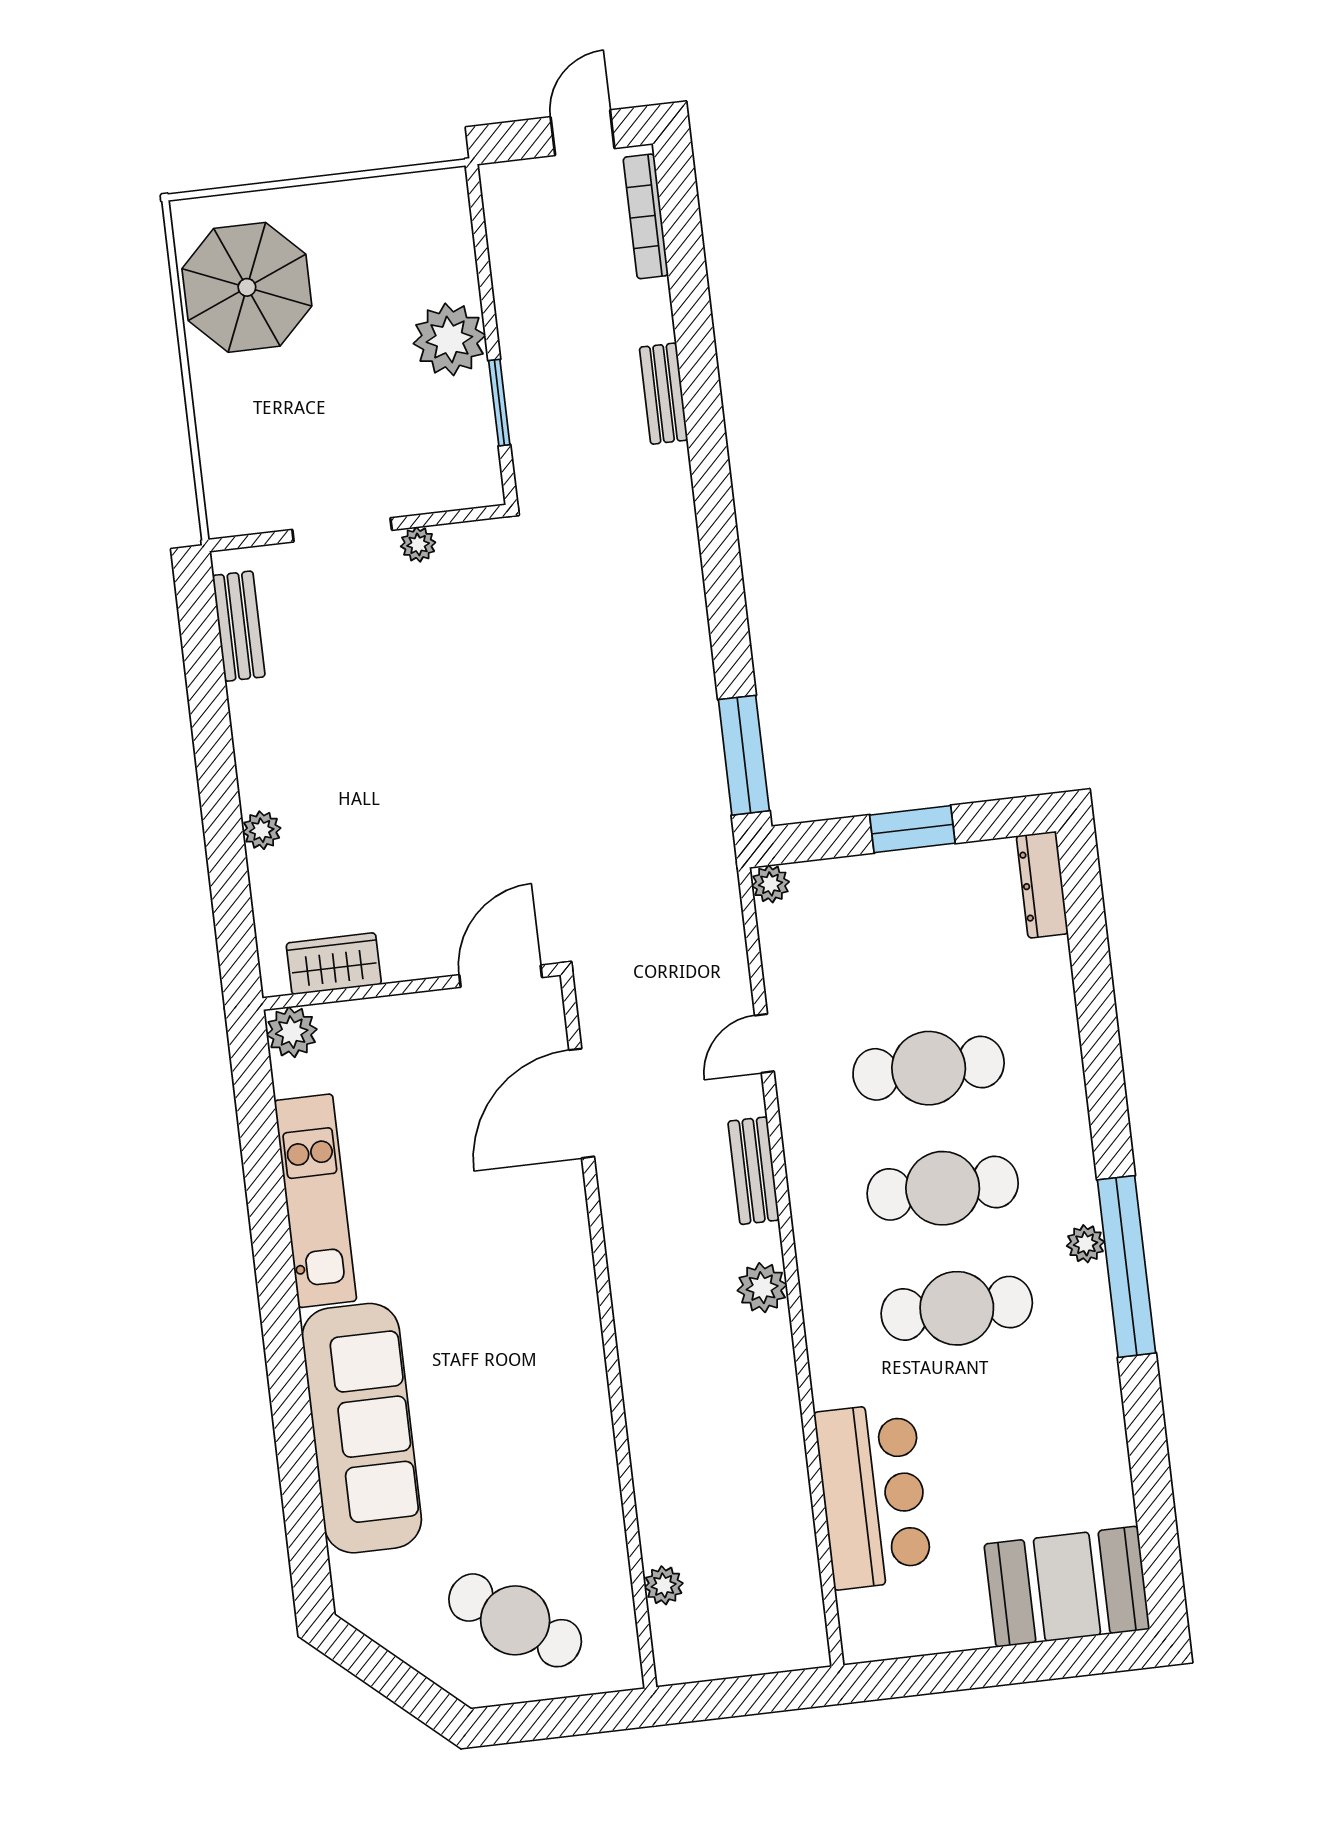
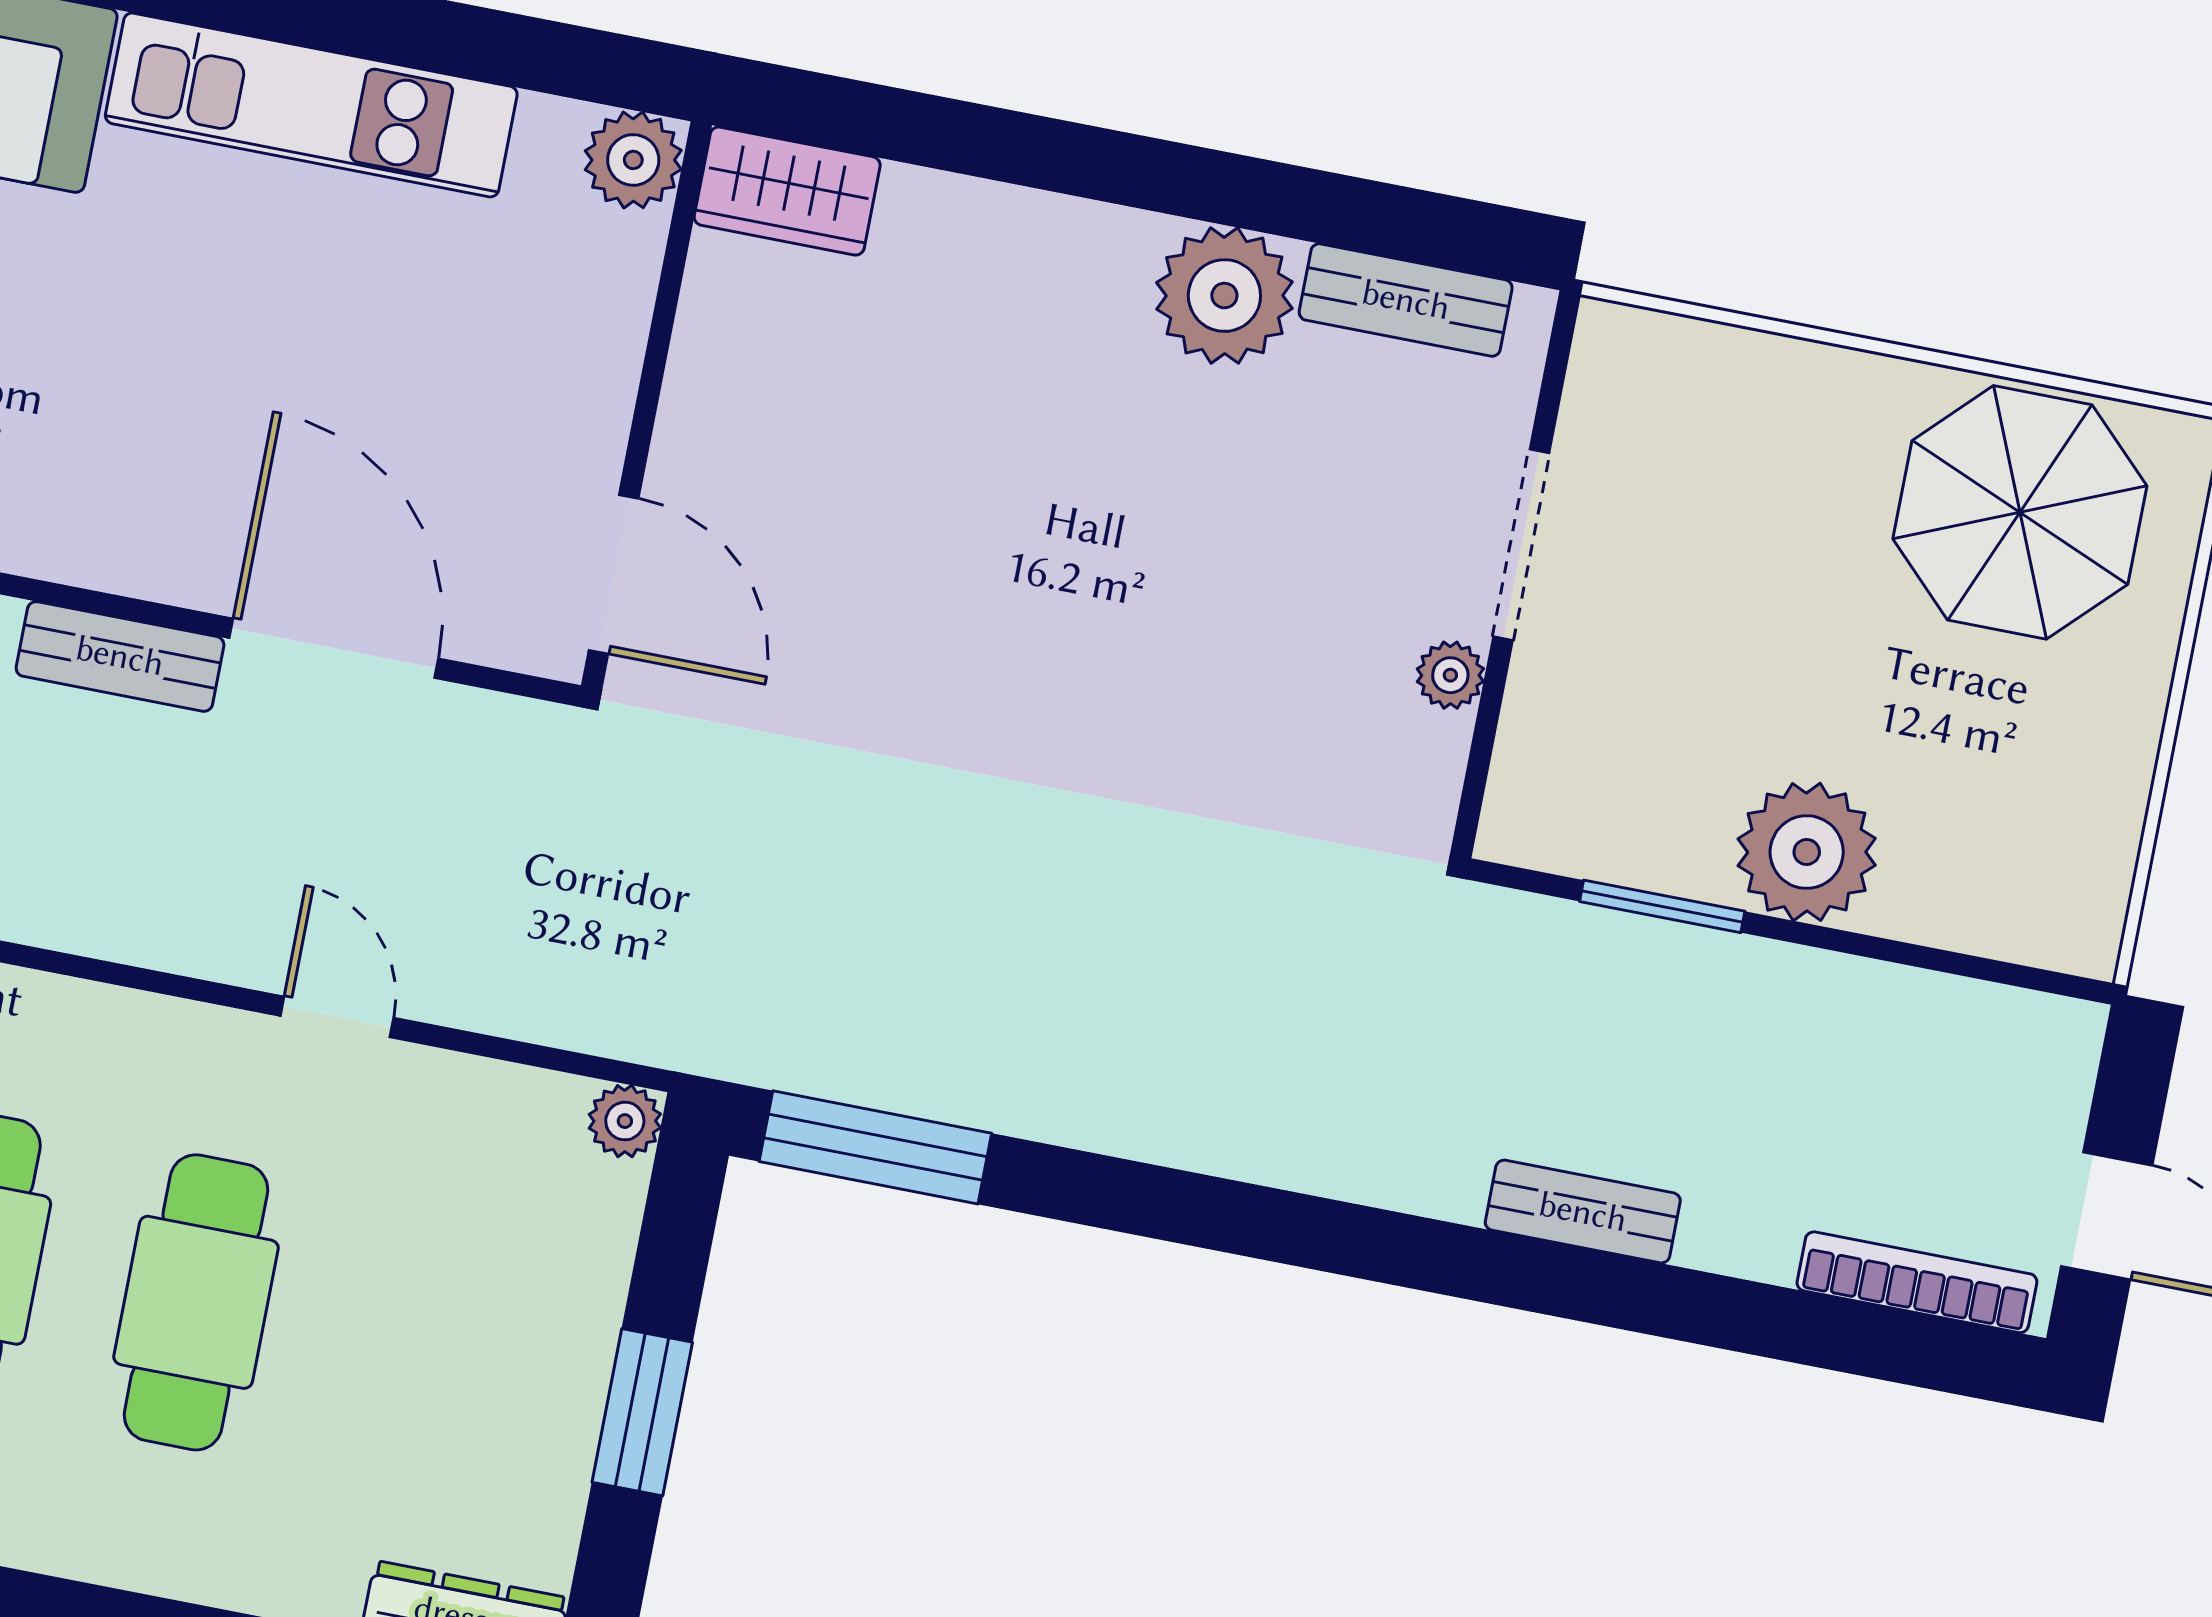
plant: (262, 830) -> (1224, 296), moved, width x1.87, depth x1.87
wardrobe: (334, 964) -> (787, 191), moved, turned 90
bench: (754, 1171) -> (120, 656), moved

